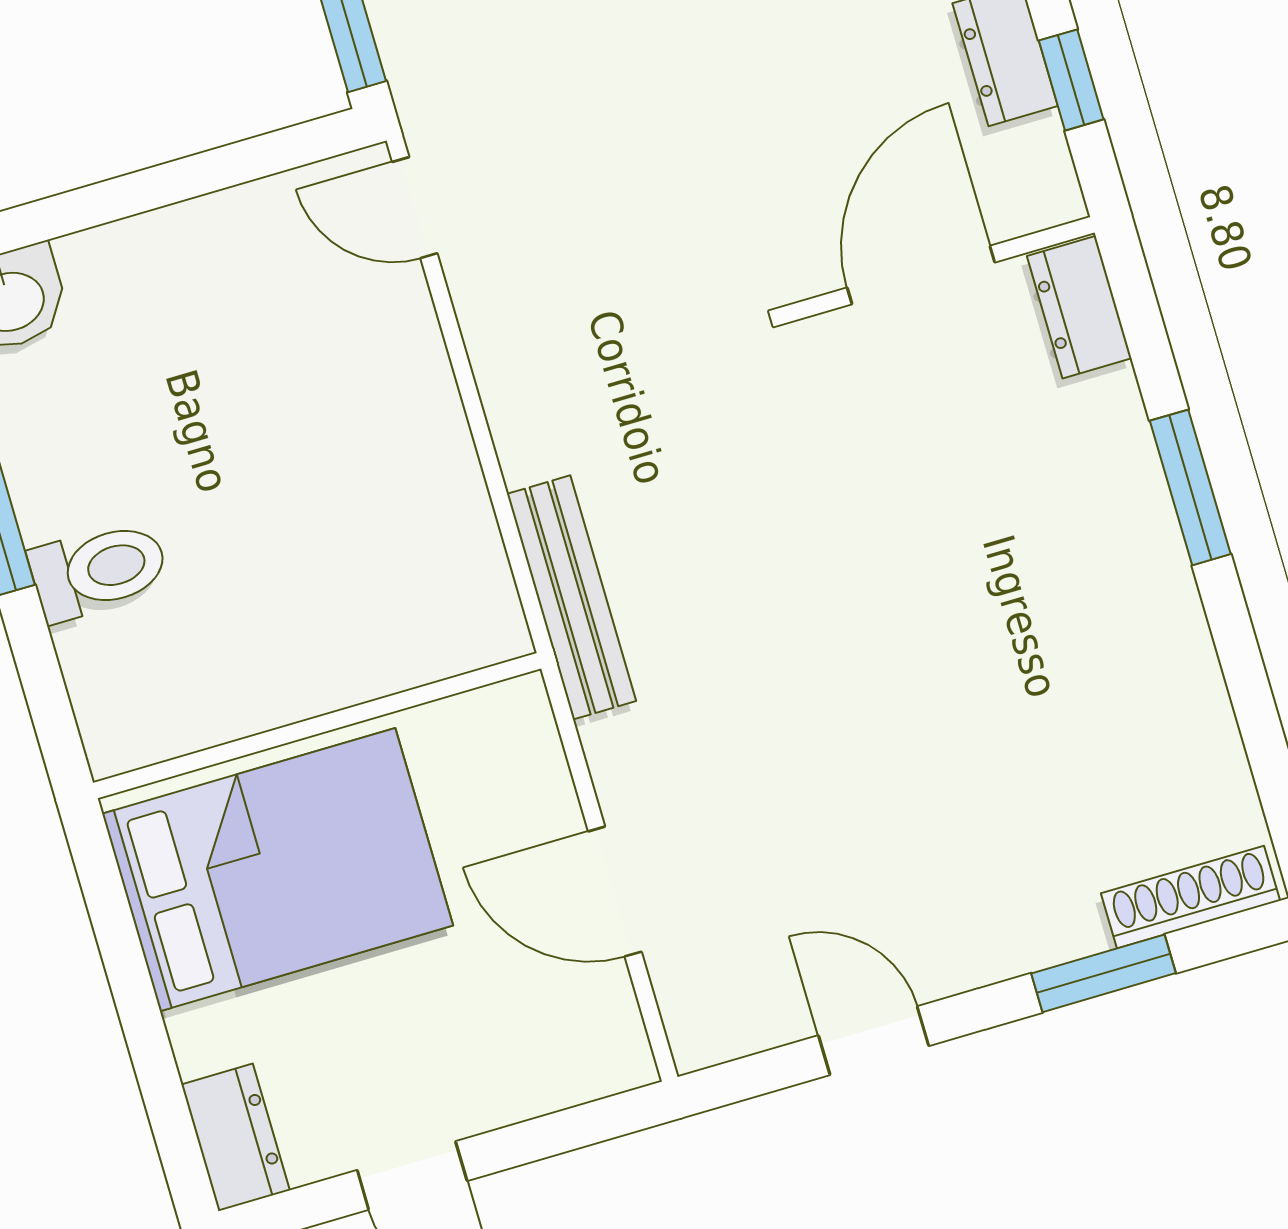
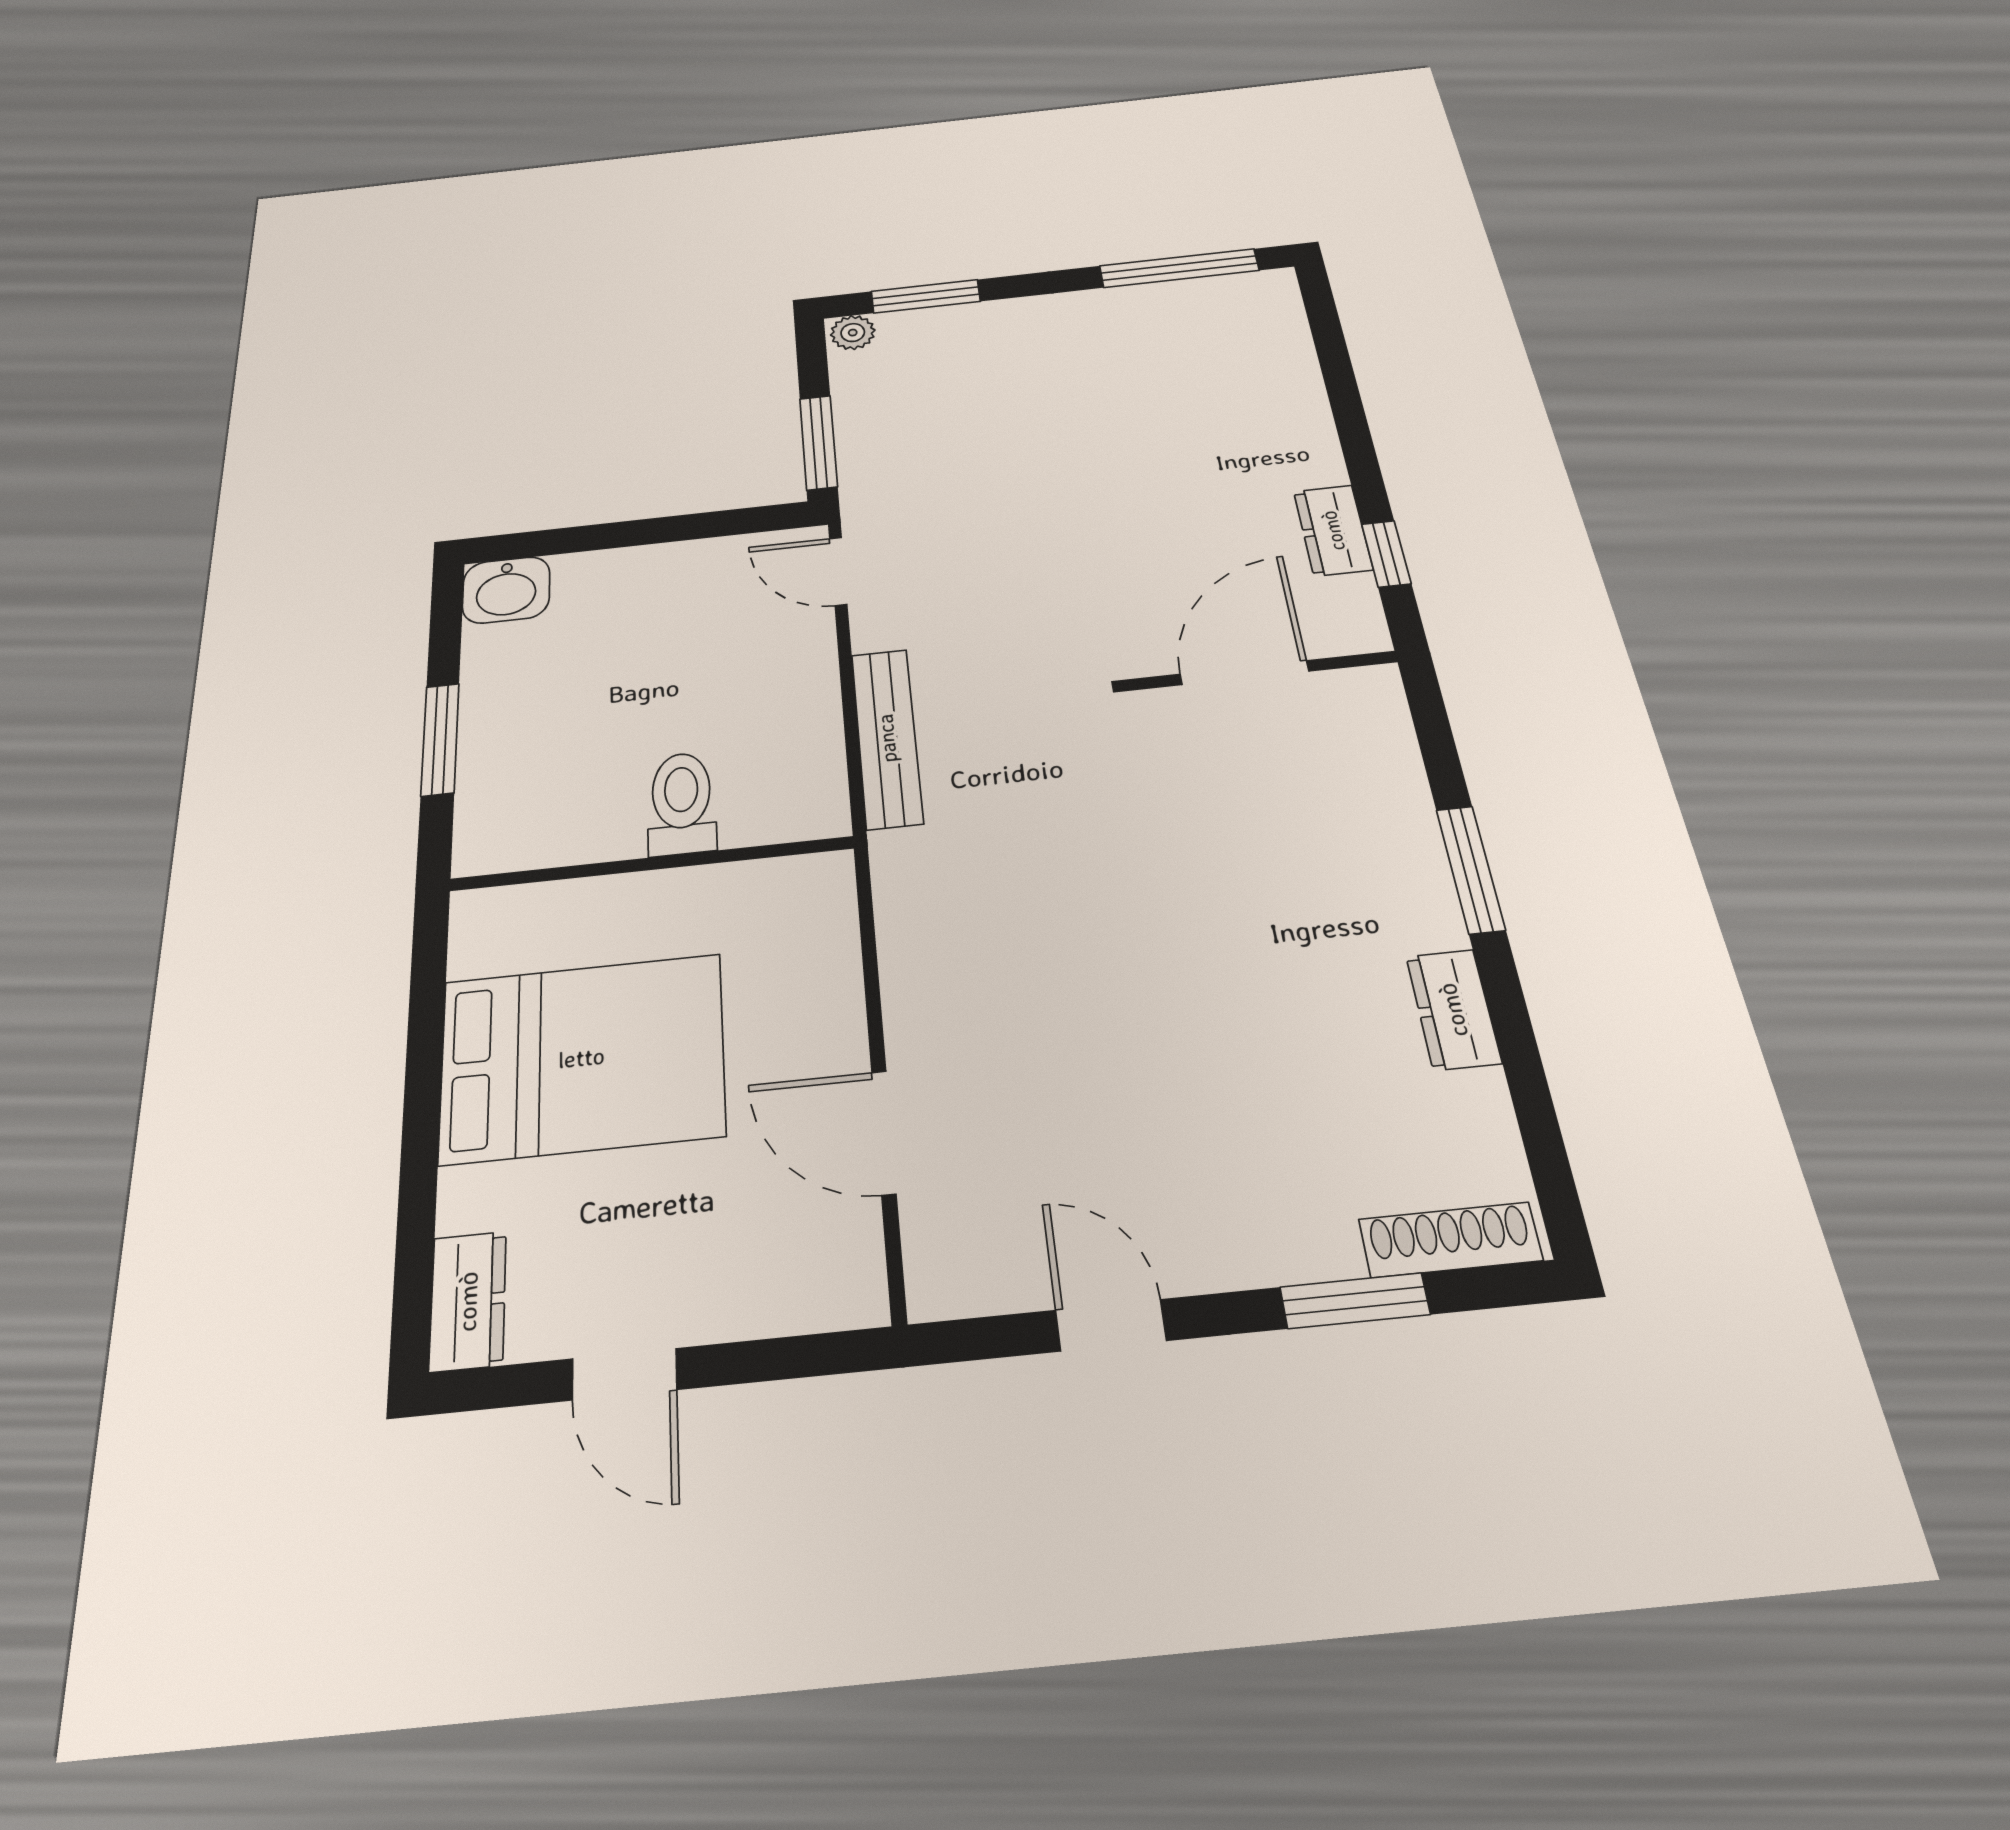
dresser: (1079, 307) -> (1453, 1009), moved
toilet: (99, 570) -> (682, 803), moved, turned -90
bench: (571, 597) -> (887, 738), moved
wall: (317, 726) -> (651, 864), moved

